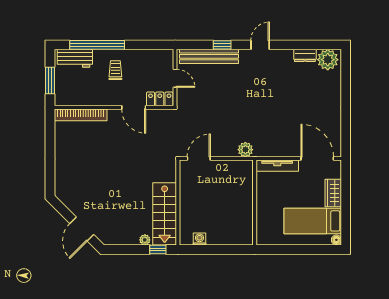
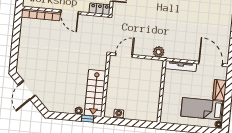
door: (134, 107) -> (70, 12), moved
door: (82, 229) -> (27, 90), moved

